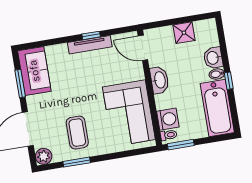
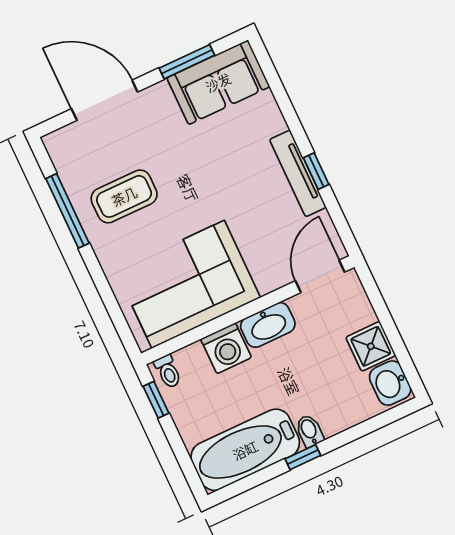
washbasin: (213, 58) -> (390, 383), moved, turned -90
washing machine: (168, 119) -> (226, 348), moved
window: (181, 145) -> (156, 400), width x0.67
plant: (44, 156) -> (61, 145), removed
window: (77, 162) -> (68, 211), width x1.44

